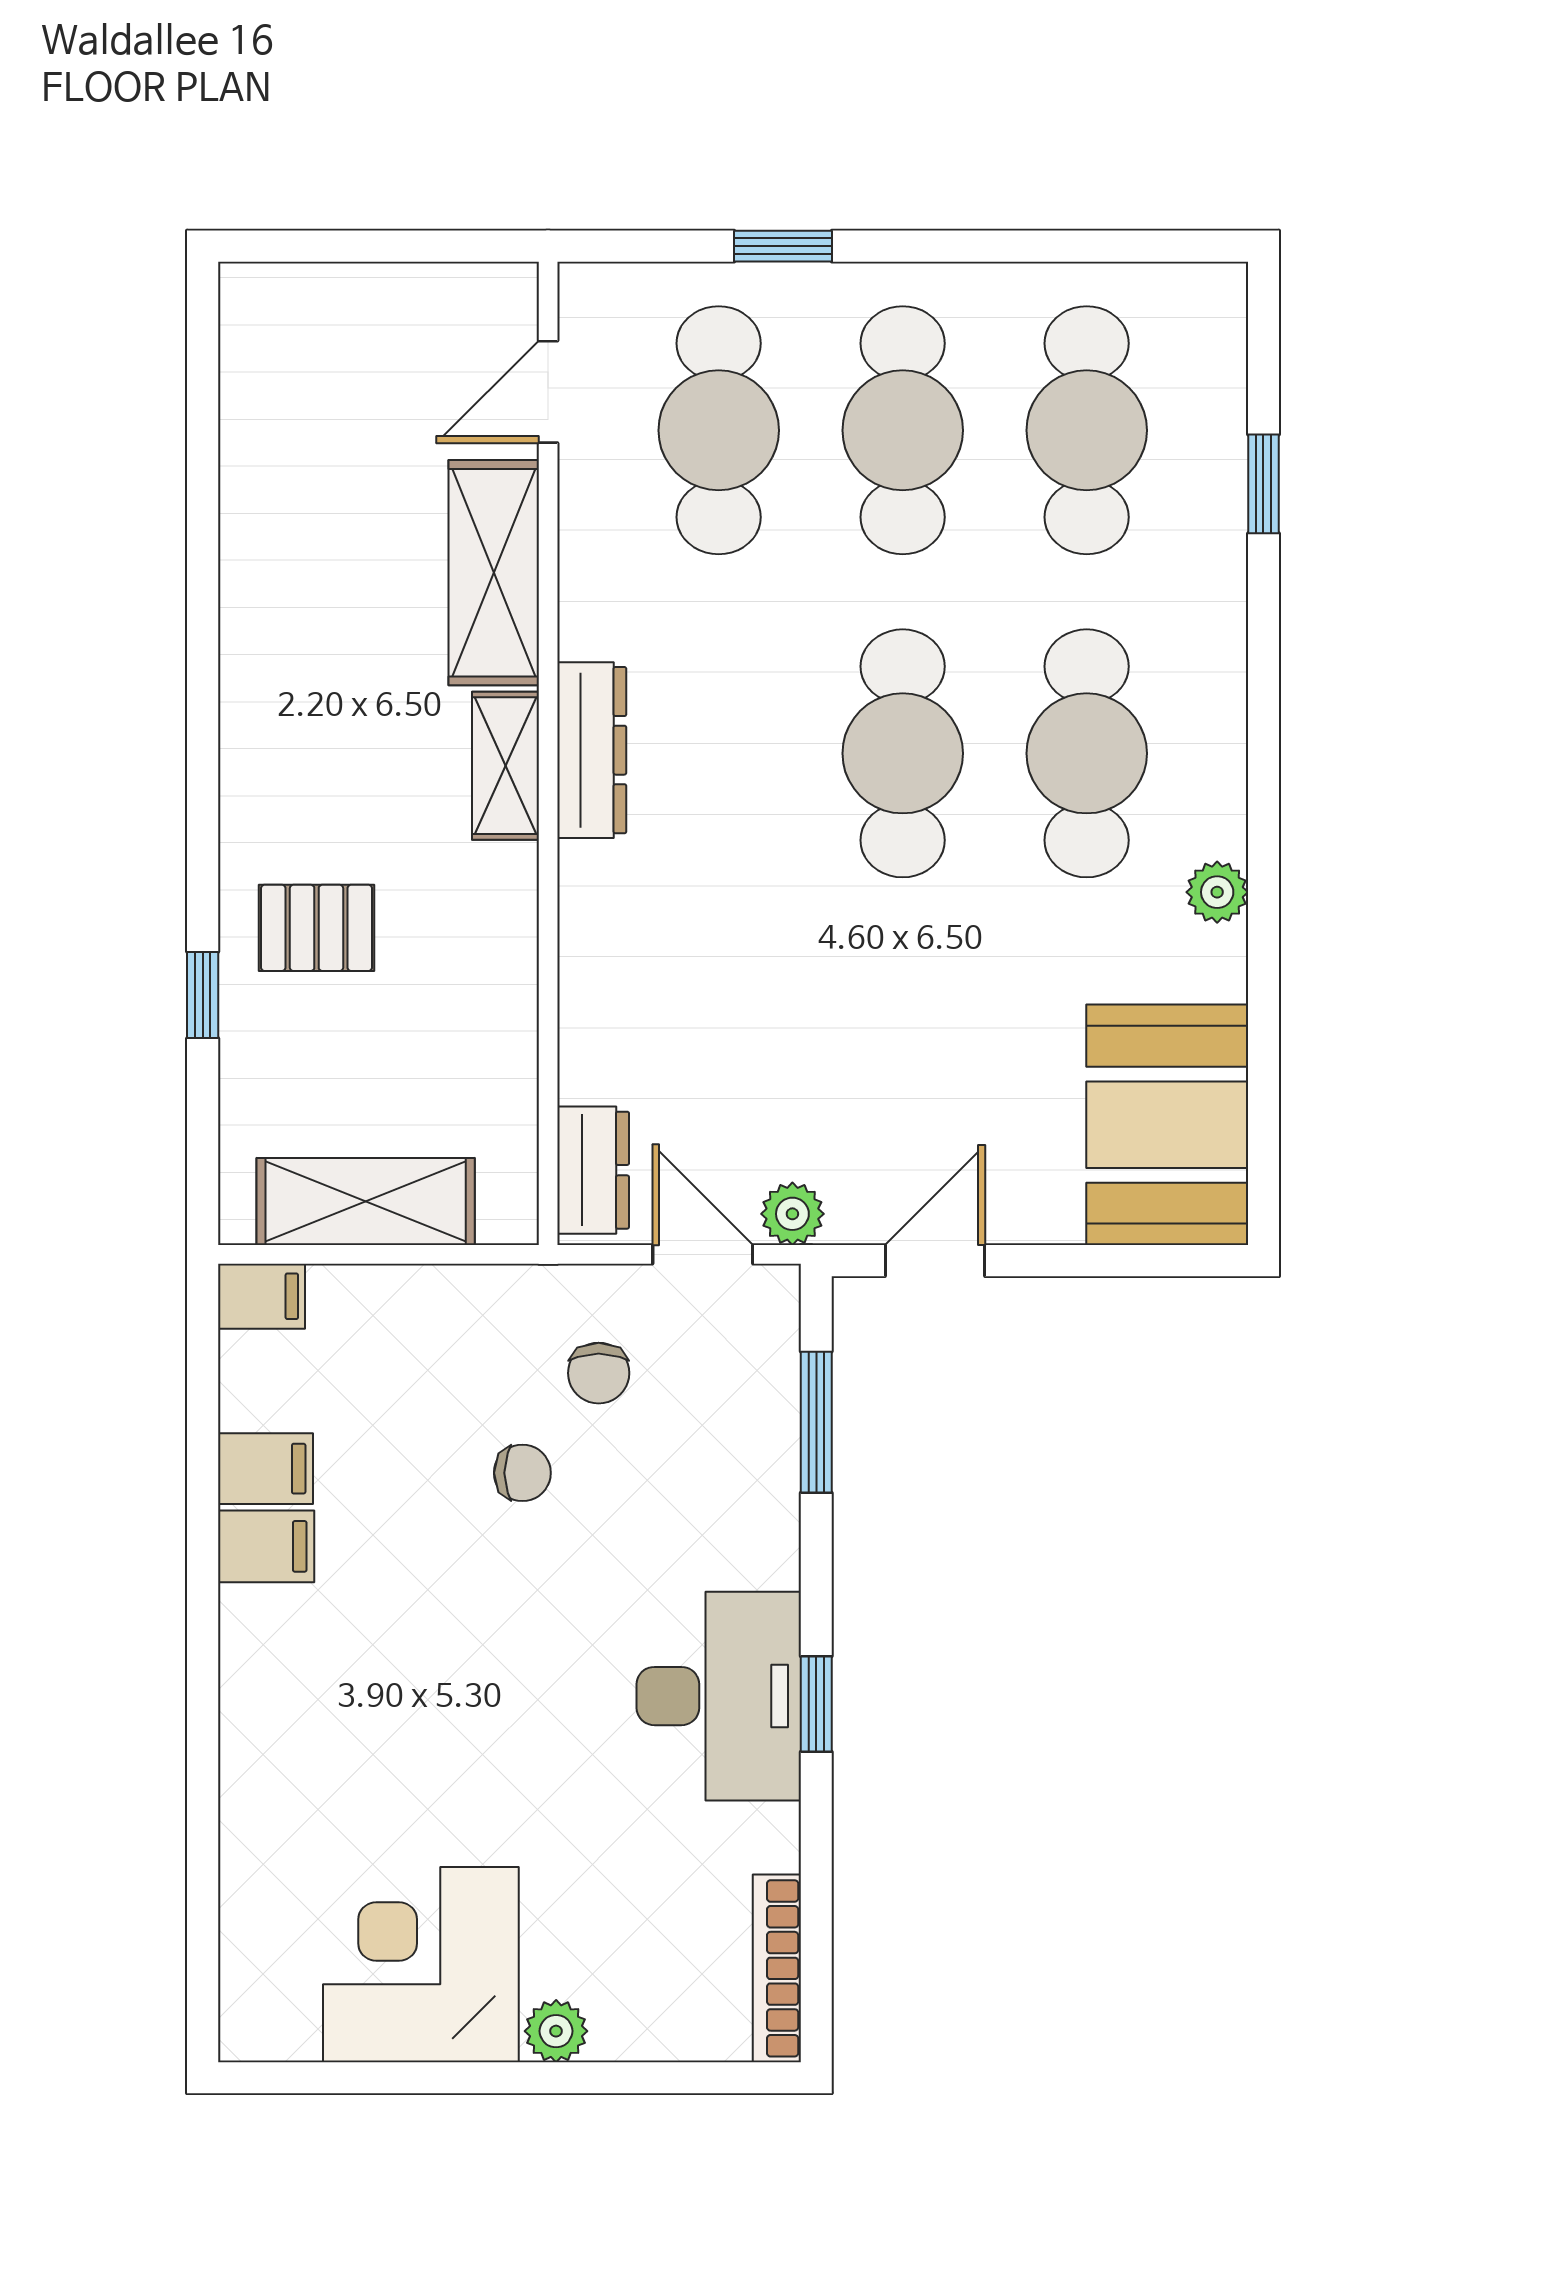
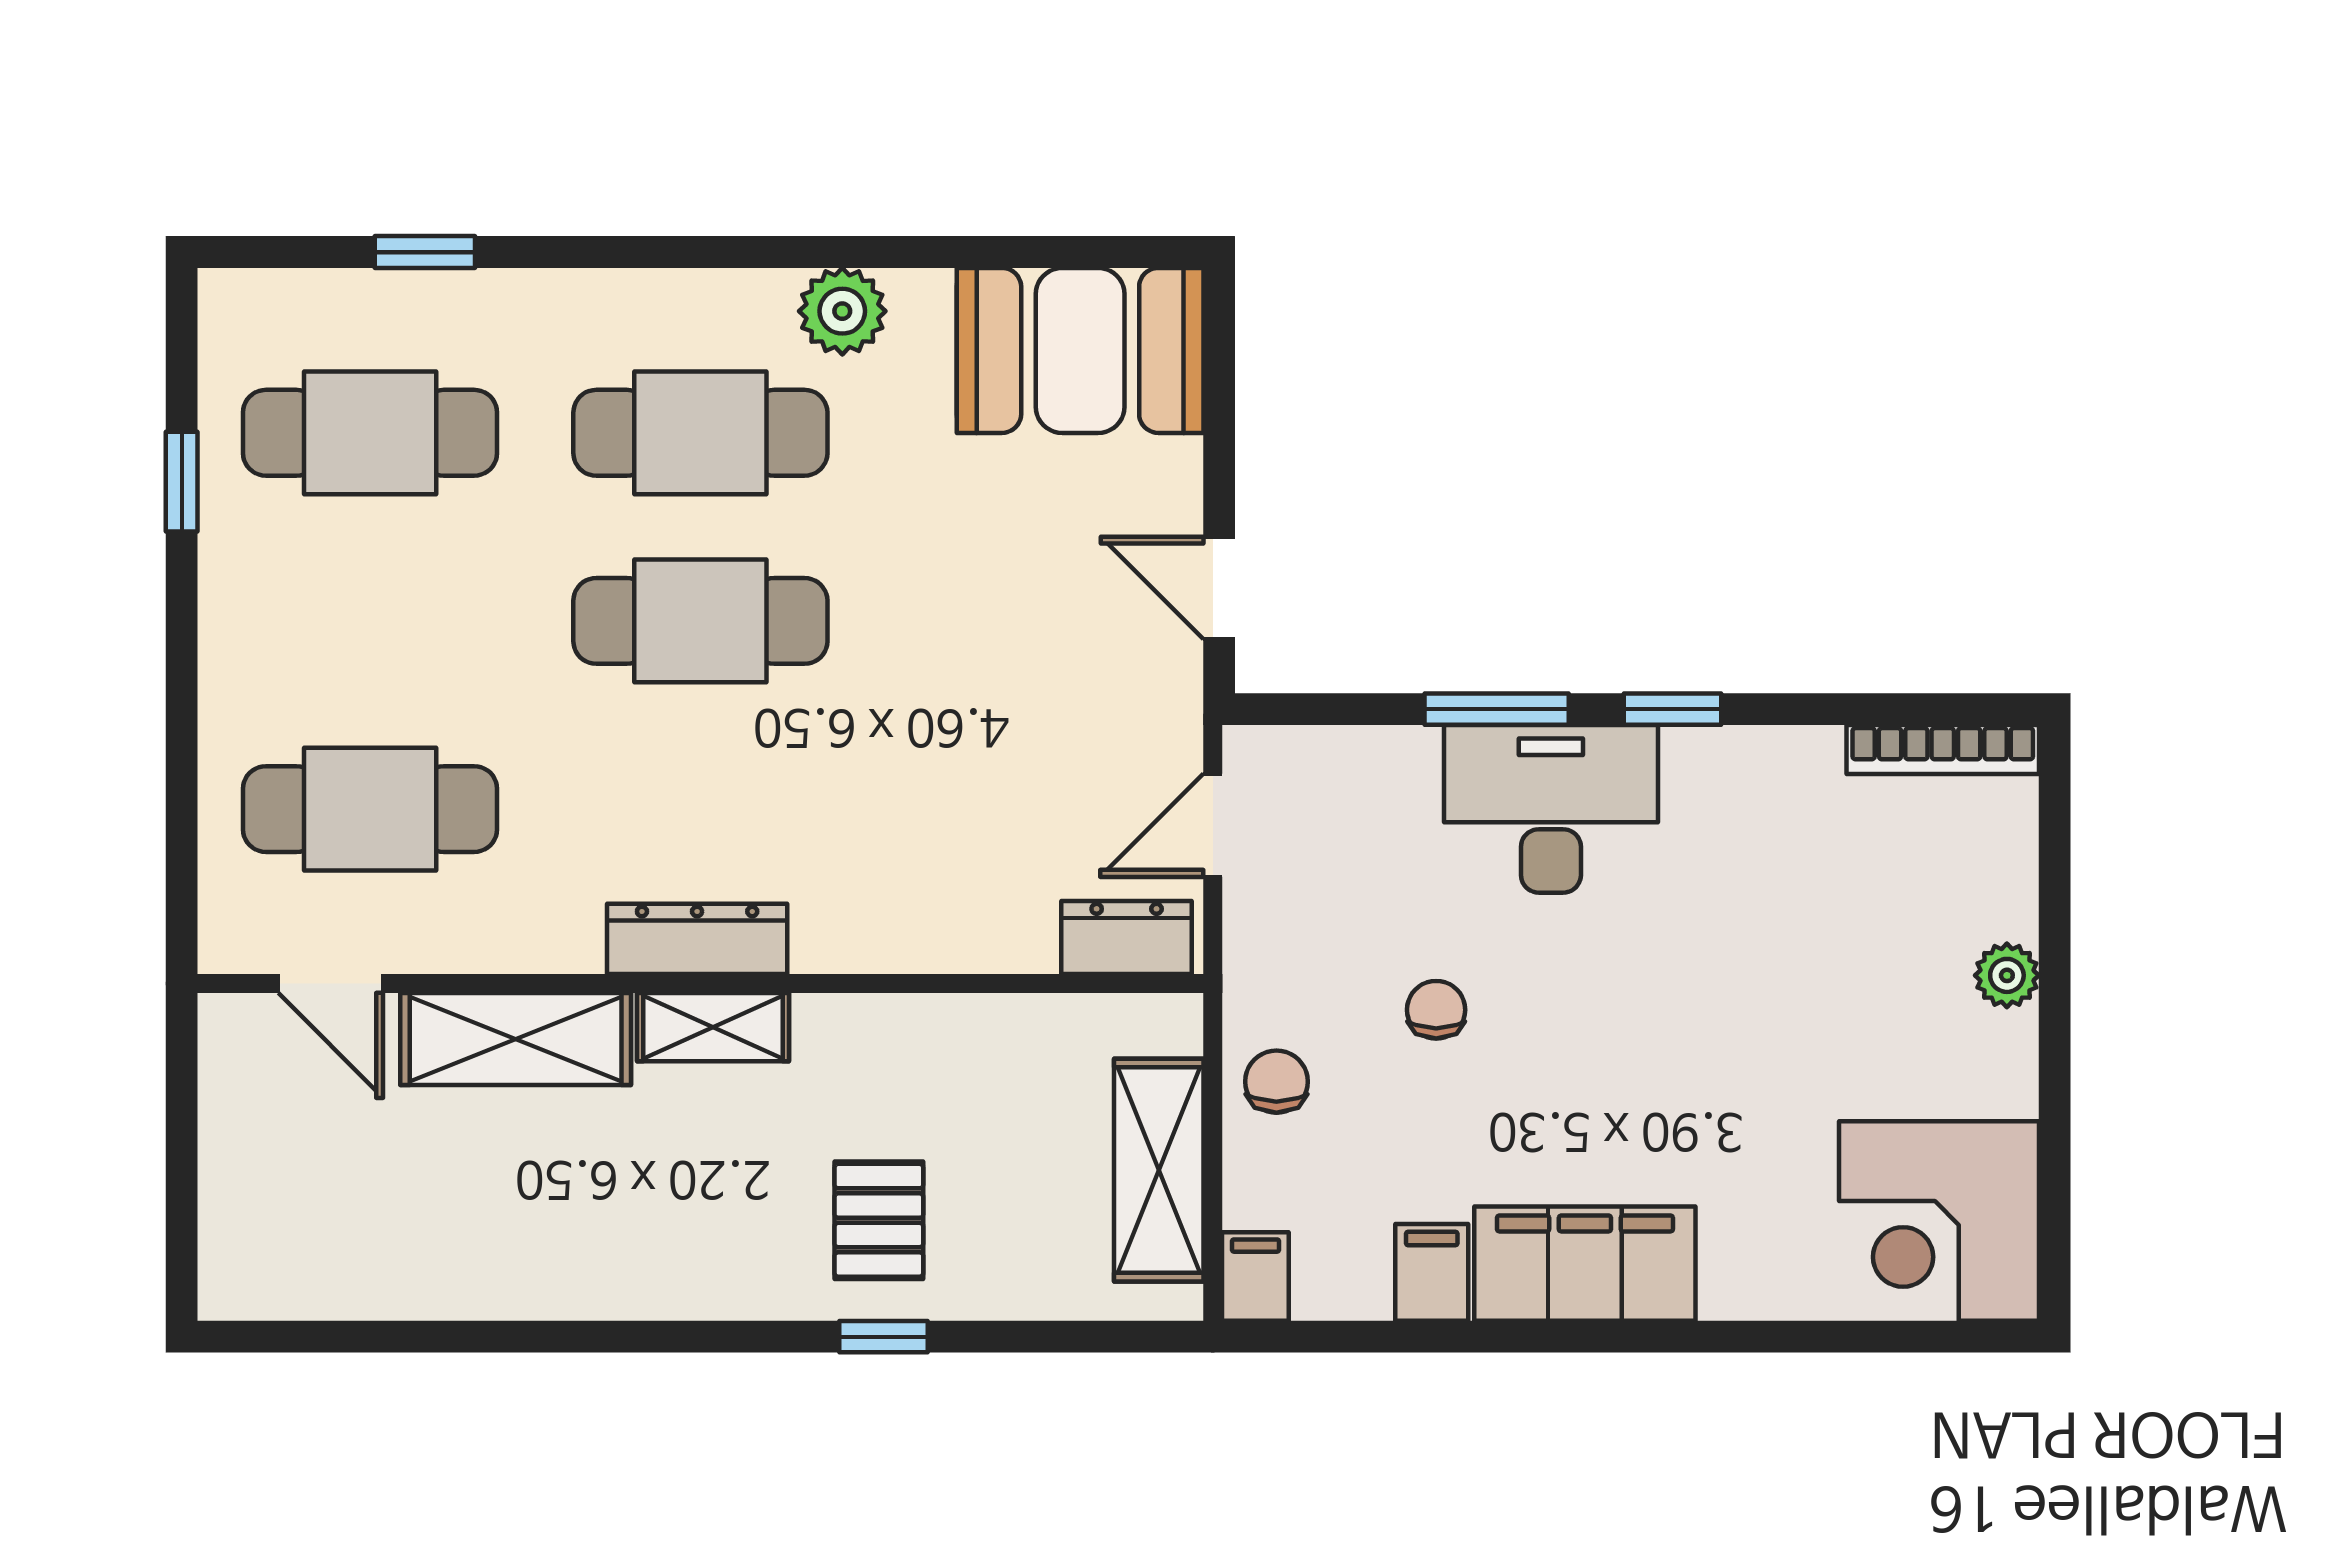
window: (783, 246) -> (182, 482), moved
cafe table: (903, 430) -> (370, 621), removed
plant: (1217, 892) -> (842, 311), width x1.38, depth x1.38
window: (203, 995) -> (884, 1337), moved
plant: (792, 1214) -> (1171, 734), removed
chair: (599, 1373) -> (1276, 1082), moved, turned -90
window: (816, 1422) -> (1497, 709), moved
filing cabinet: (266, 1546) -> (1585, 1264), width x3.00, depth x1.17
desk: (719, 1696) -> (1551, 809), moved
corner desk: (421, 1965) -> (1939, 1221), moved

